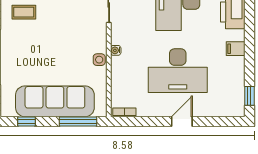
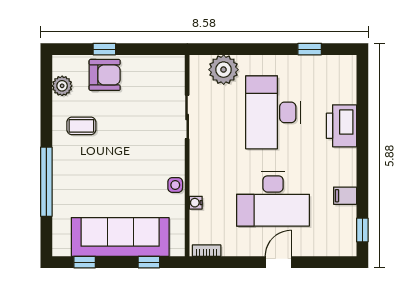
filing cabinet: (236, 49) -> (345, 196), moved
water cooler: (116, 50) -> (196, 203), moved
window: (78, 122) -> (149, 262), width x0.46

